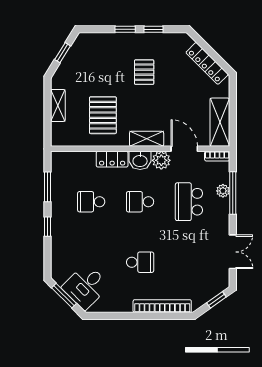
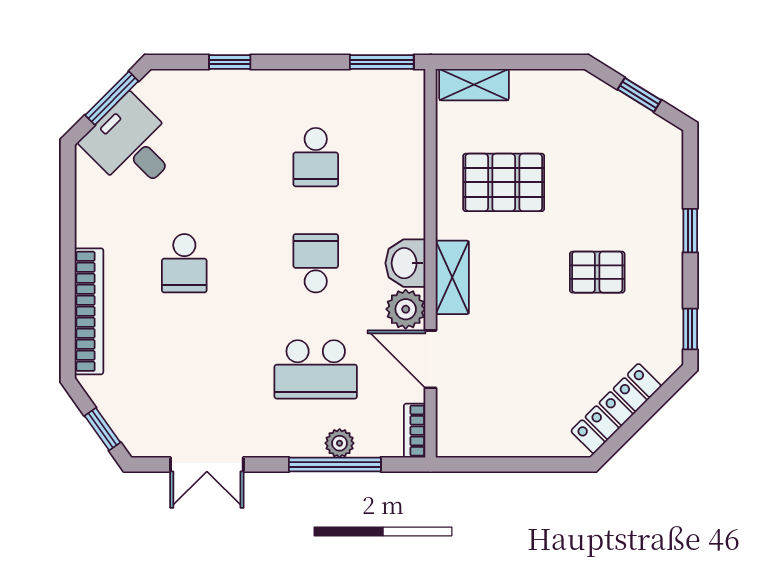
window: (154, 29) -> (690, 329), moved
shelving: (58, 105) -> (474, 85), moved
shelving: (220, 122) -> (488, 436), removed
door: (184, 149) -> (431, 359), swing flipped
locker: (112, 159) -> (408, 203), removed
window: (47, 187) -> (382, 62), moved
school desk: (91, 202) -> (316, 157), turned 180
school desk: (189, 202) -> (316, 369), turned 180
window: (47, 227) -> (230, 62), moved

